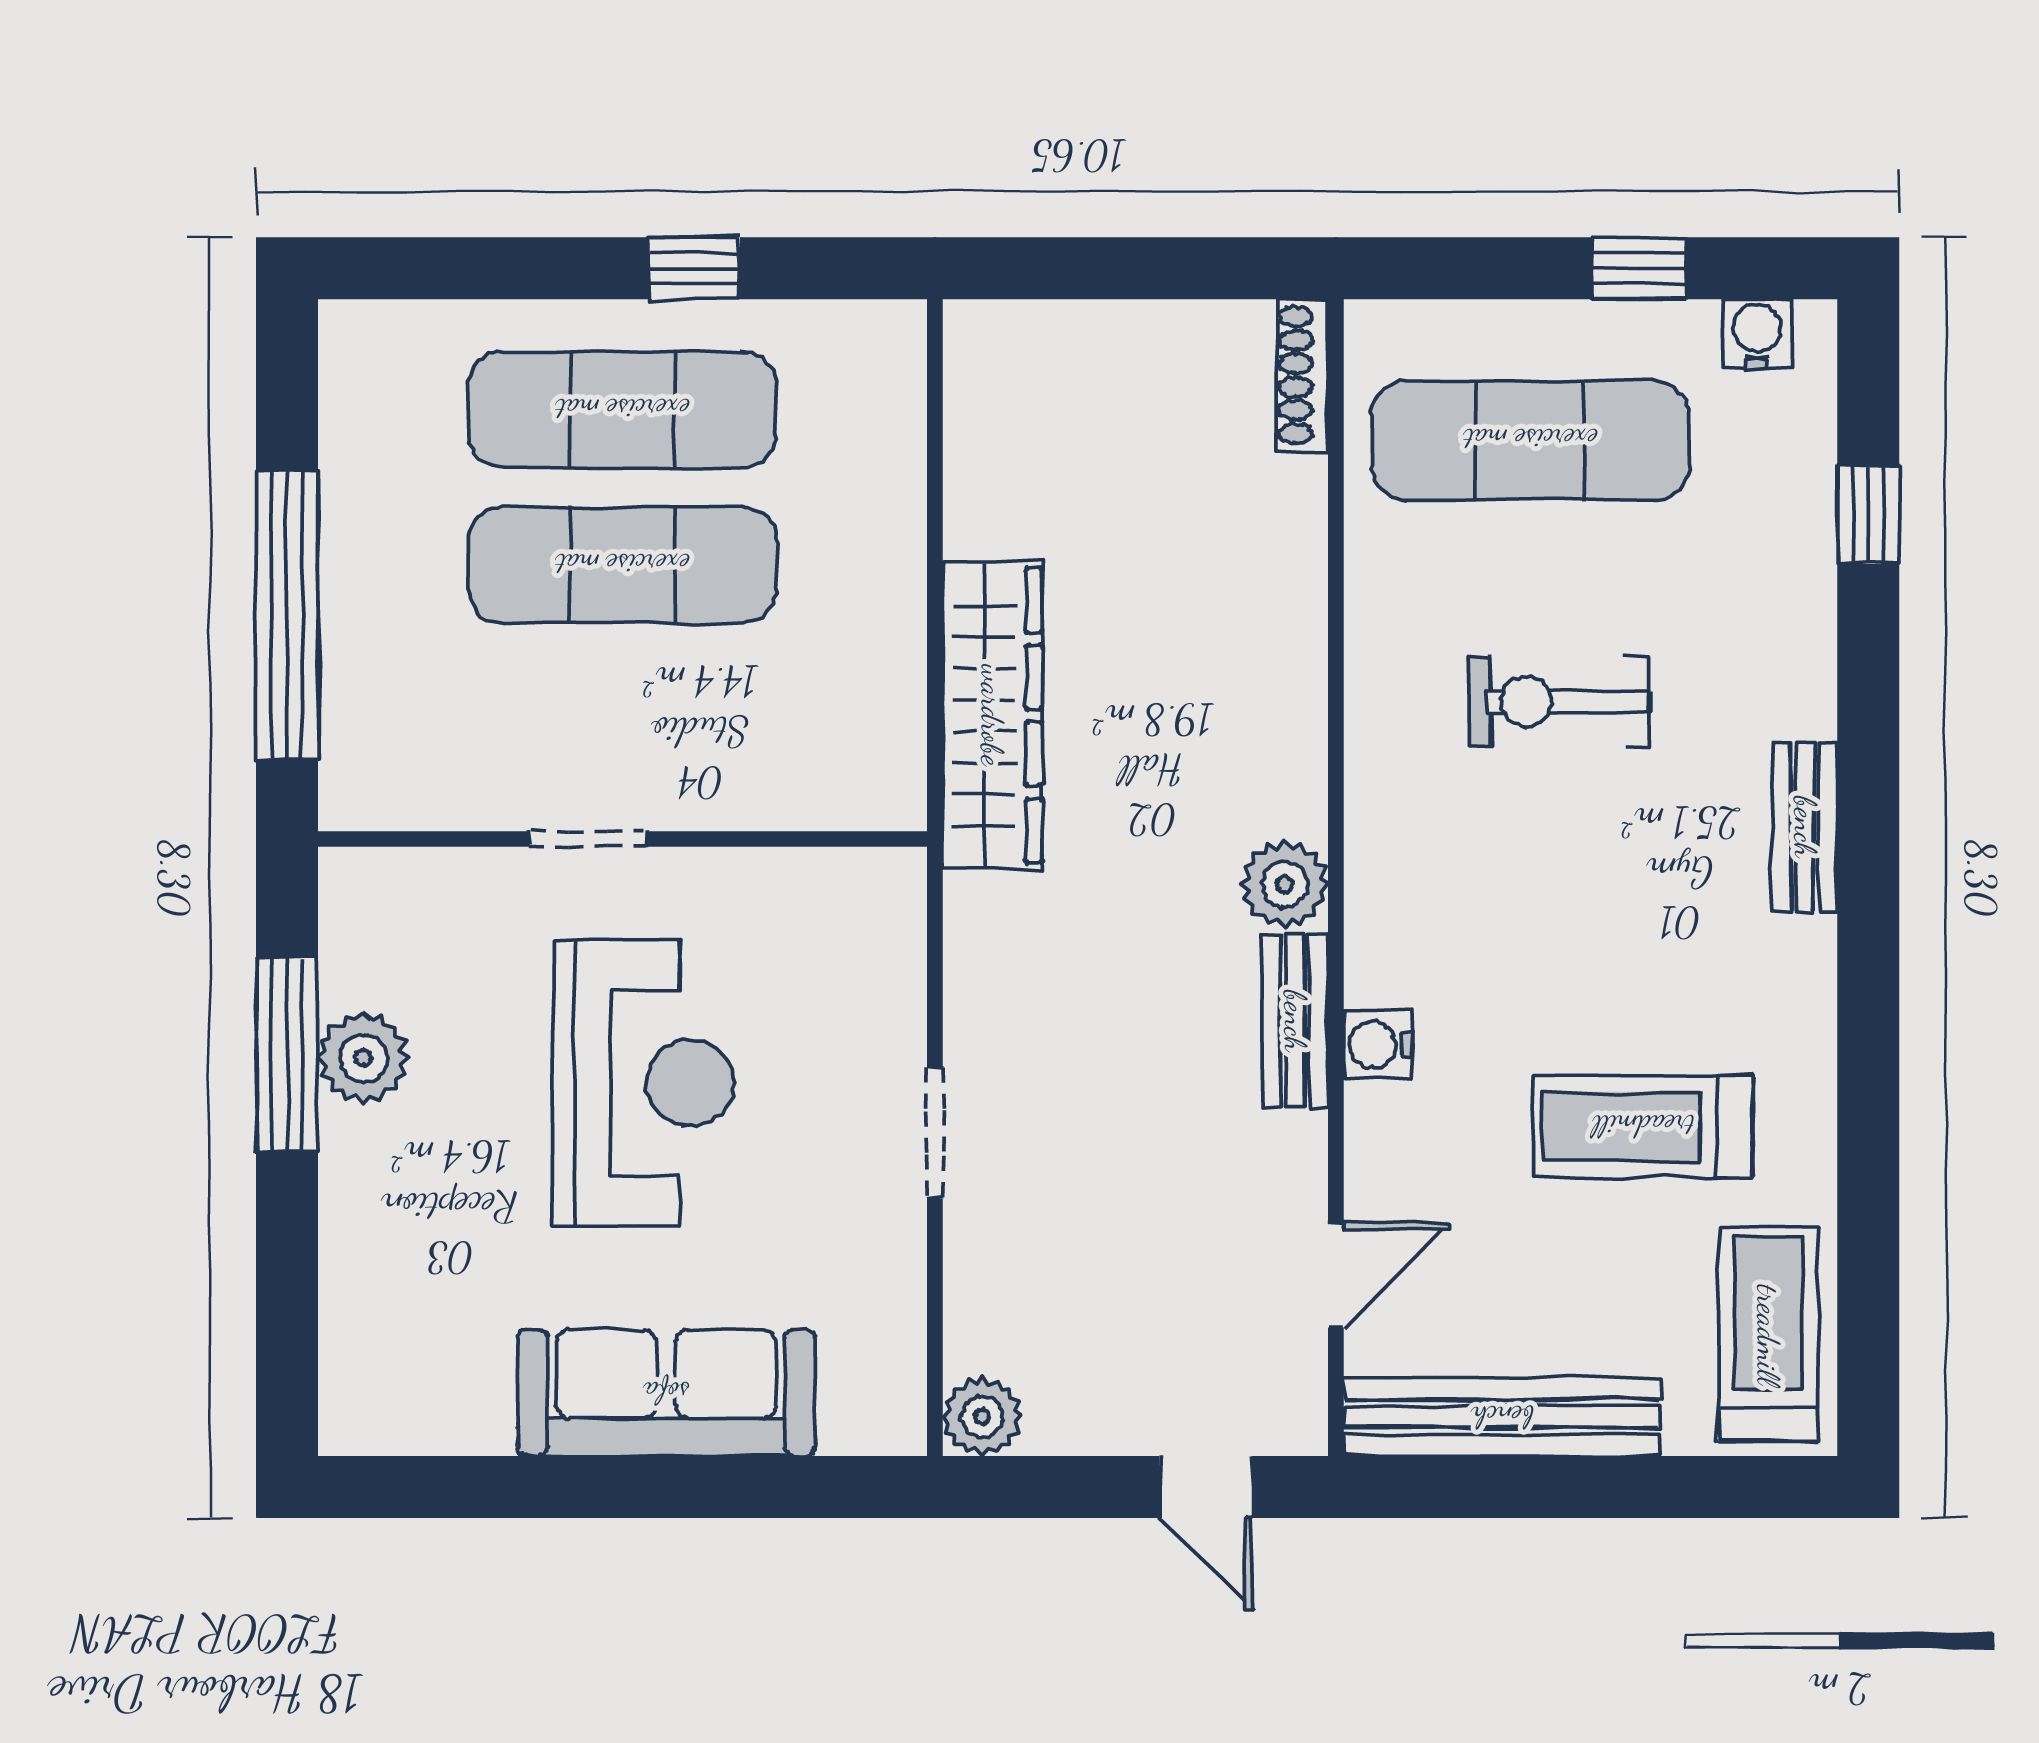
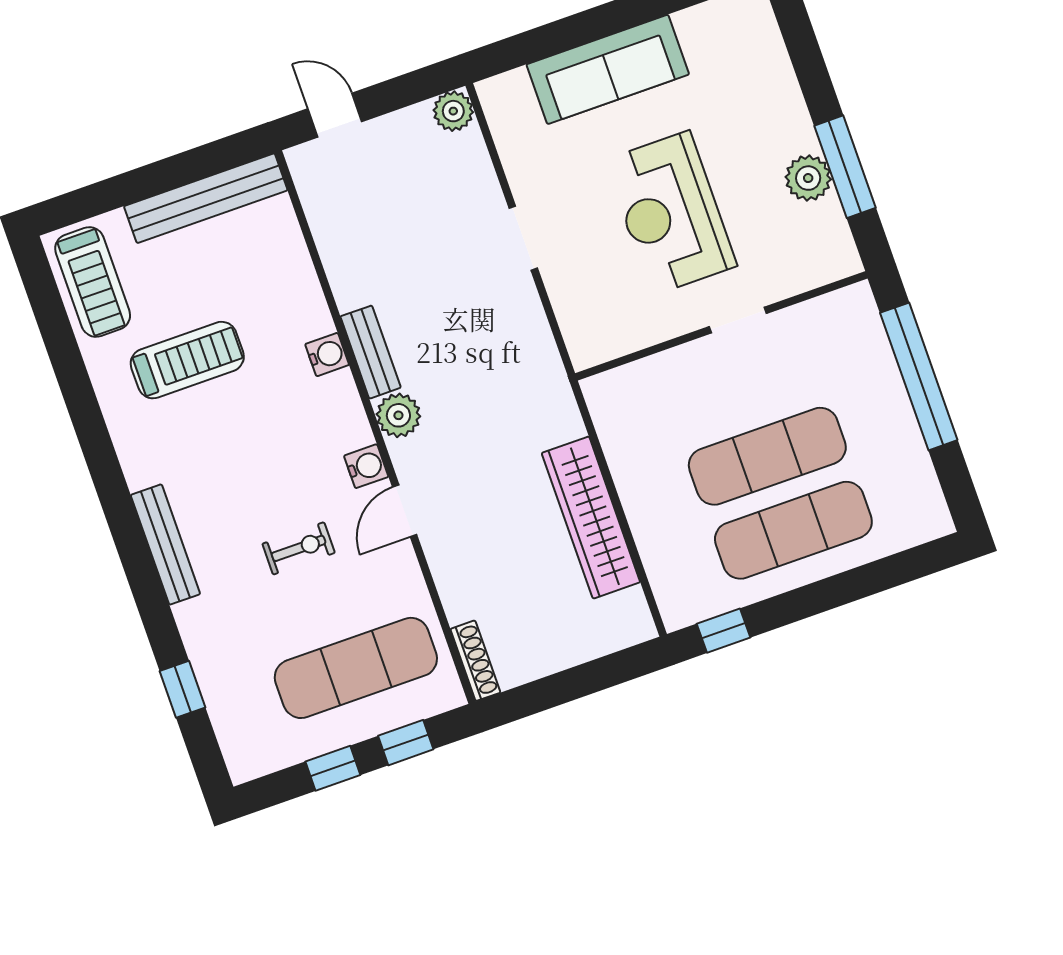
window: (694, 268) -> (724, 631), moved
window: (1486, 268) -> (406, 743), added
water cooler: (1757, 334) -> (366, 466), moved, turned -90
exercise bike: (1559, 701) -> (299, 548), width x0.73, depth x0.72
wardrobe: (992, 715) -> (591, 518), moved
bench: (1805, 827) -> (165, 544), width x1.36
door: (1336, 1275) -> (405, 511), moved

